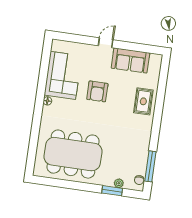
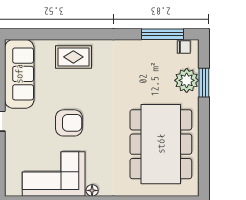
sofa: (130, 60) -> (19, 74), width x1.36
plant: (119, 183) -> (187, 80), width x1.88, depth x1.88

